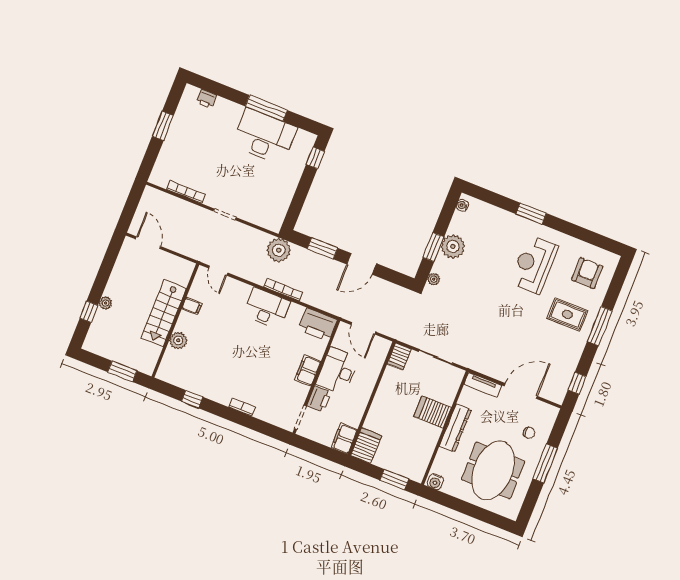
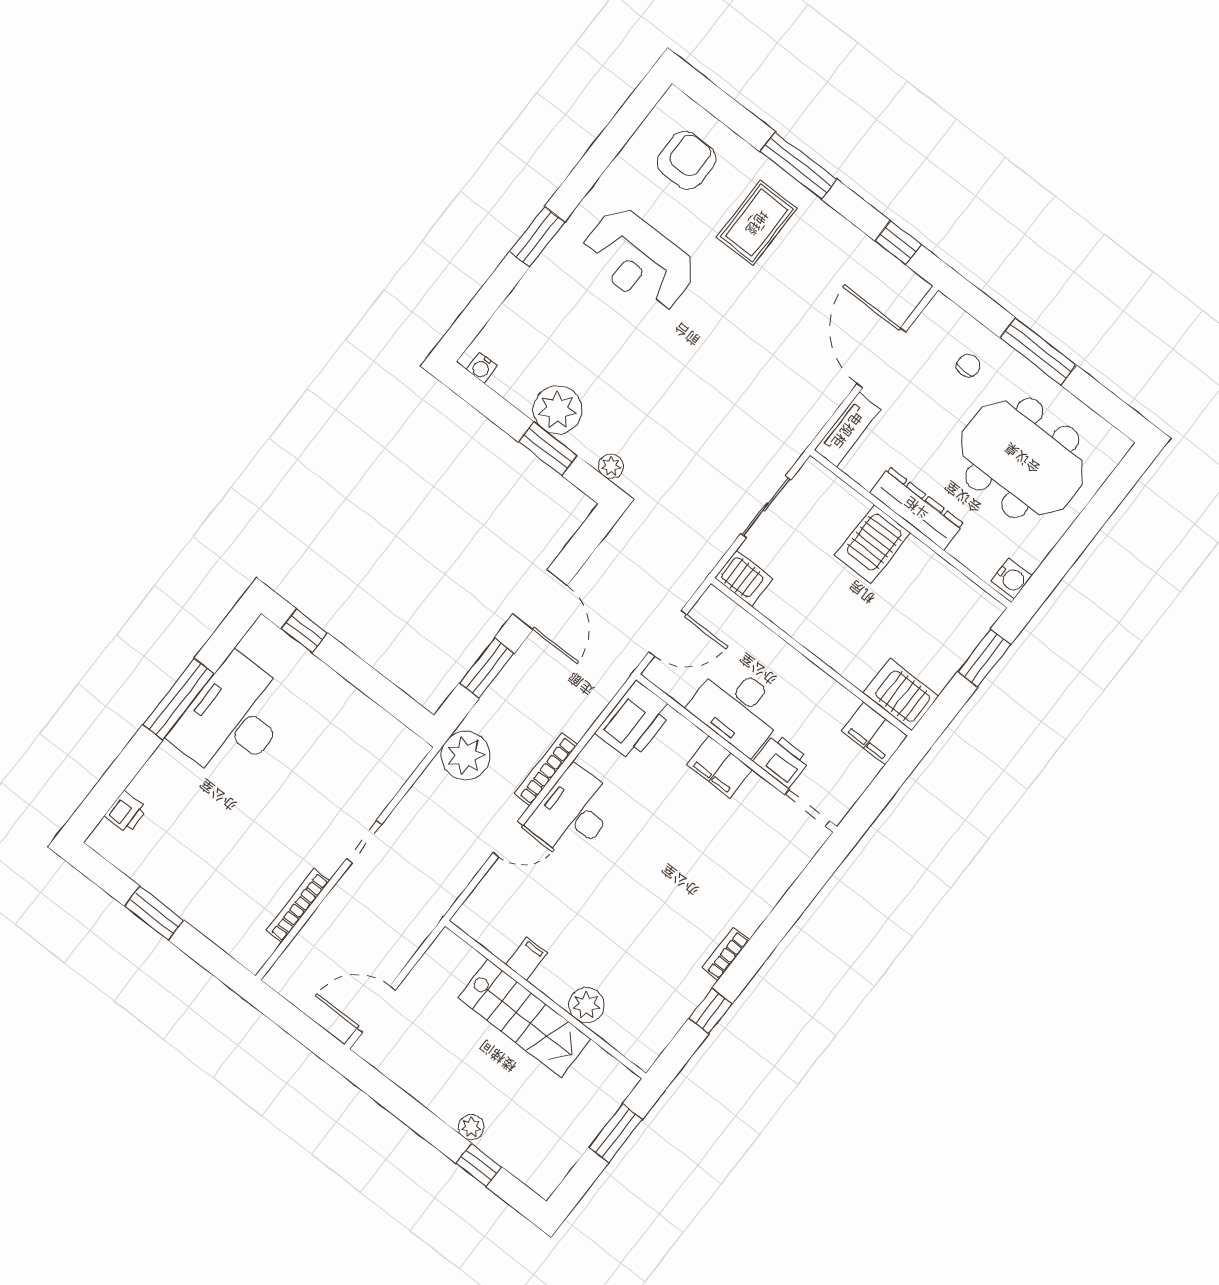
door: (218, 271) -> (508, 839), moved
armchair: (587, 273) -> (686, 160), turned 90
bookcase: (242, 407) -> (726, 954), moved

